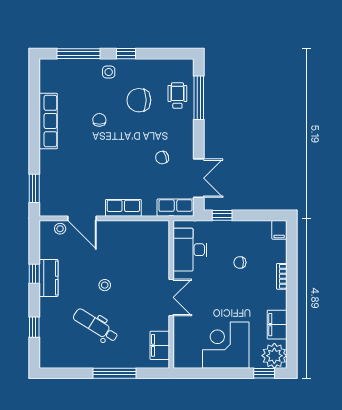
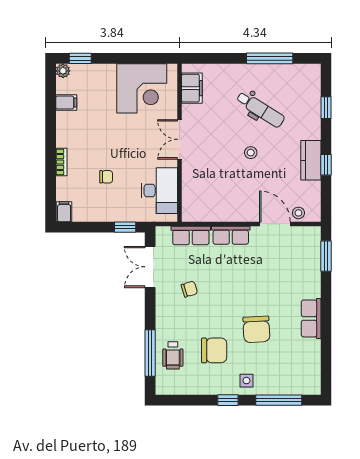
chair: (99, 120) -> (256, 329), width x1.87, depth x1.87
row of seats: (48, 121) -> (311, 318), width x0.68
row of seats: (175, 208) -> (191, 235), moved
filing cabinet: (277, 325) -> (66, 102), width x0.50
corner desk: (226, 345) -> (142, 88), moved
plant: (274, 356) -> (63, 71), width x0.53, depth x0.53
window: (114, 373) -> (270, 58), moved

